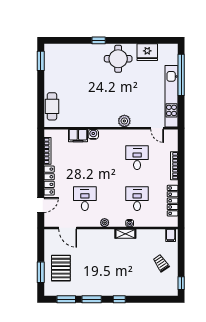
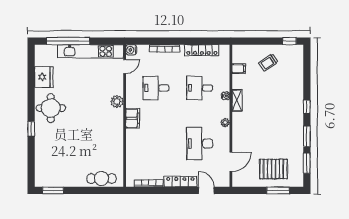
water cooler: (93, 134) -> (131, 50), moved
filing cabinet: (78, 136) -> (133, 118), moved
desk: (85, 199) -> (200, 144), width x1.37
filing cabinet: (171, 235) -> (239, 69), moved

